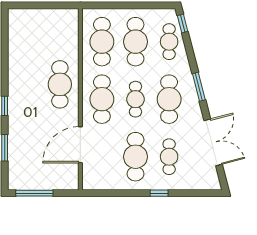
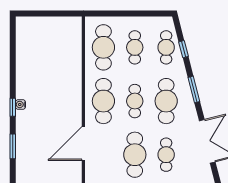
window: (183, 24) -> (183, 49), moved
cafe table: (135, 42) -> (135, 47), width x0.73, depth x0.74
cafe table: (60, 84) -> (64, 87), removed
water cooler: (13, 103) -> (21, 104), added

